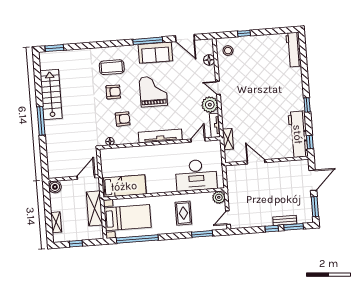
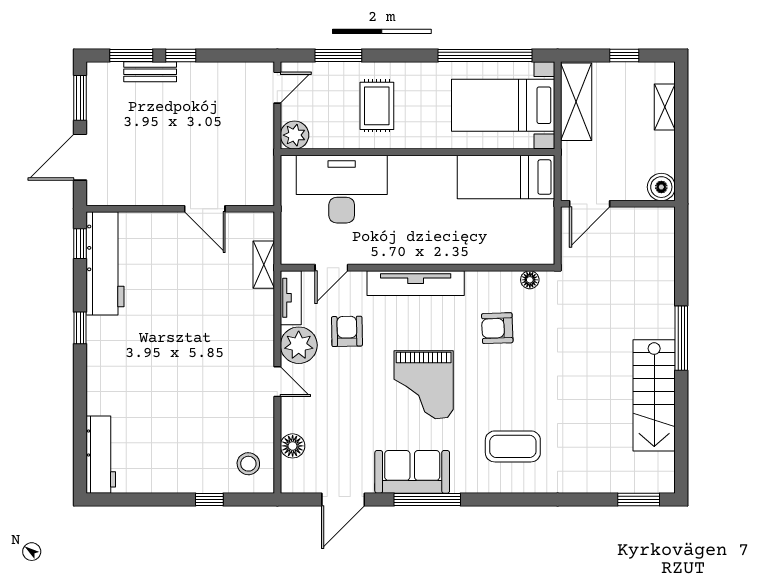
door: (185, 38) -> (343, 499), swing flipped
armchair: (113, 92) -> (347, 331), moved, turned 89
shelving: (94, 208) -> (576, 102), moved

